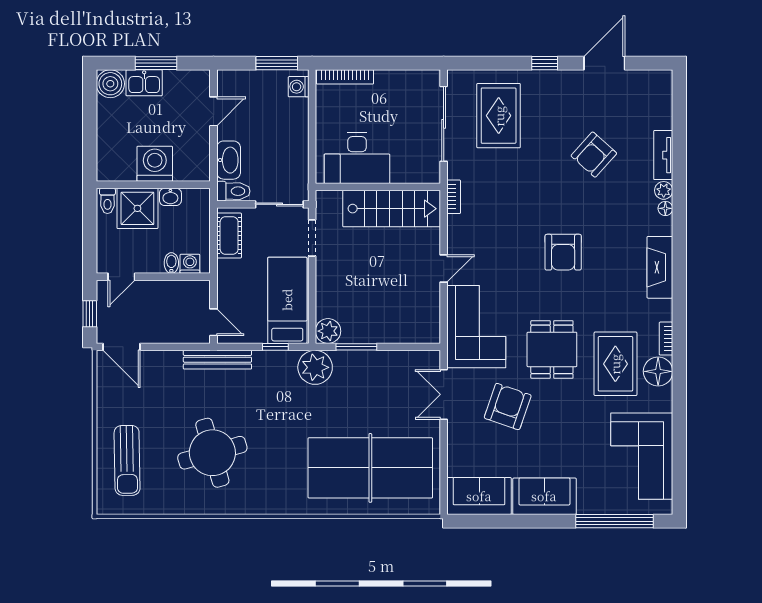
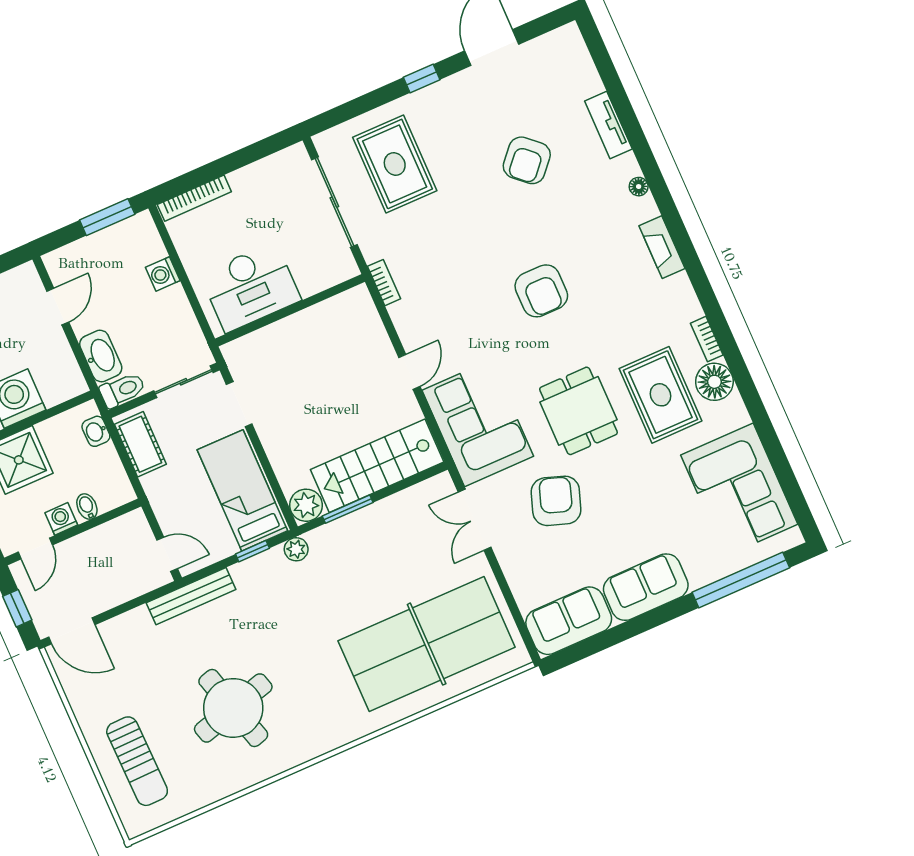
washing machine: (299, 87) -> (163, 274), moved
plant: (664, 190) -> (627, 166), removed
washbasin: (170, 197) -> (96, 431), moved, turned 90
stairs: (392, 209) -> (377, 466), moved, turned 180
washing machine: (190, 264) -> (61, 519), moved
fireplace: (660, 267) -> (662, 247), width x0.73, depth x0.76
plant: (315, 367) -> (296, 549), width x0.53, depth x0.53

